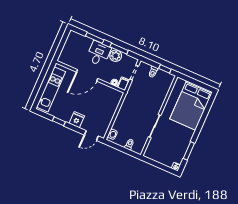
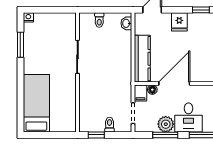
door: (87, 75) -> (174, 84), moved
bed: (191, 105) -> (36, 103), width x0.67
kitchen counter: (112, 106) -> (142, 59), added

